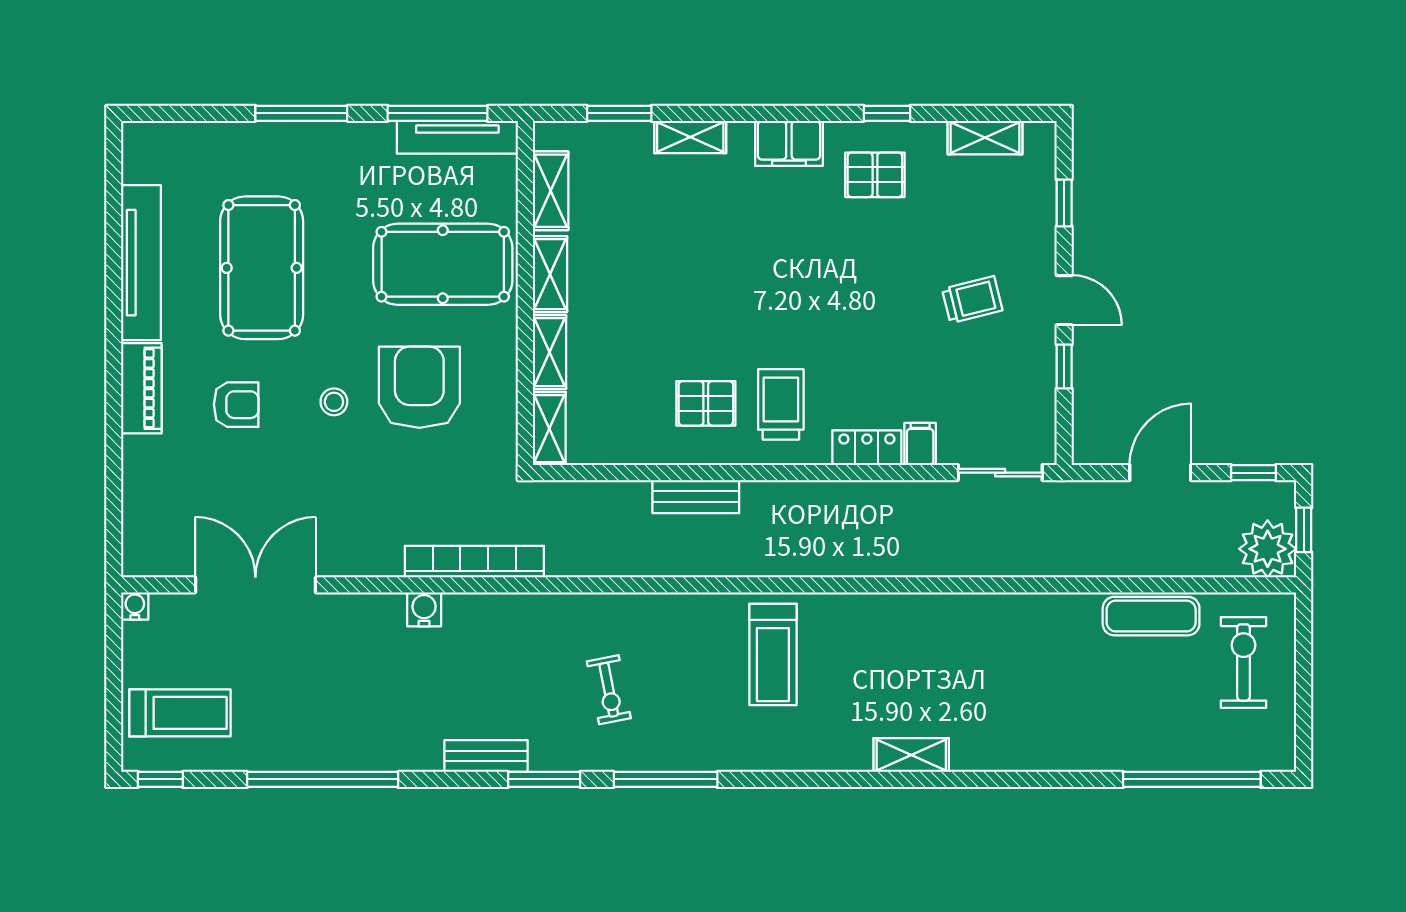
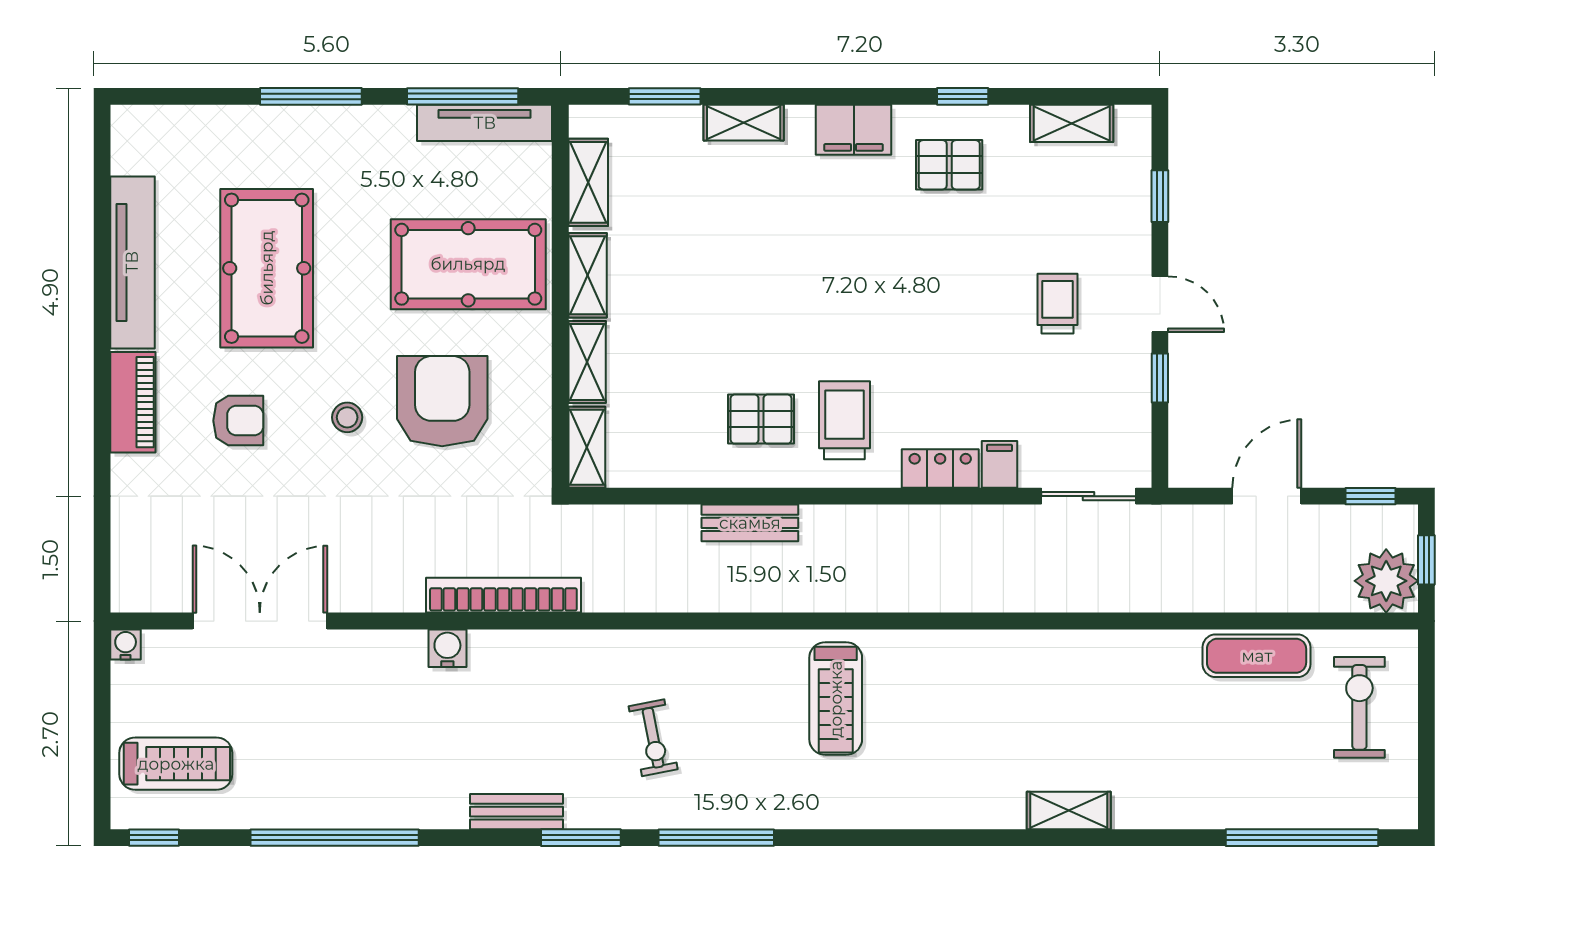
trolley: (972, 300) -> (1057, 304), turned -76
shelving: (911, 755) -> (1069, 810), moved

